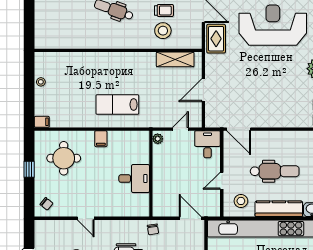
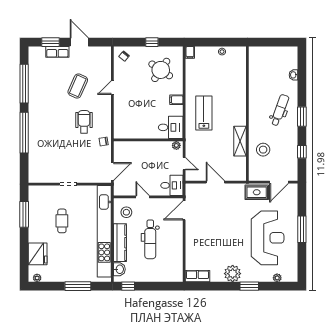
trolley: (164, 10) -> (279, 150), removed
shelving: (175, 59) -> (240, 141), moved
round table: (64, 158) -> (161, 70), turned 34
desk: (134, 179) -> (171, 127), moved, turned -90

